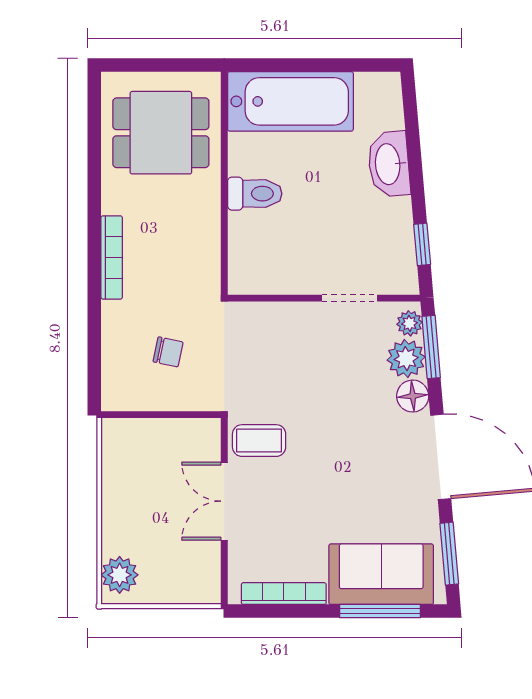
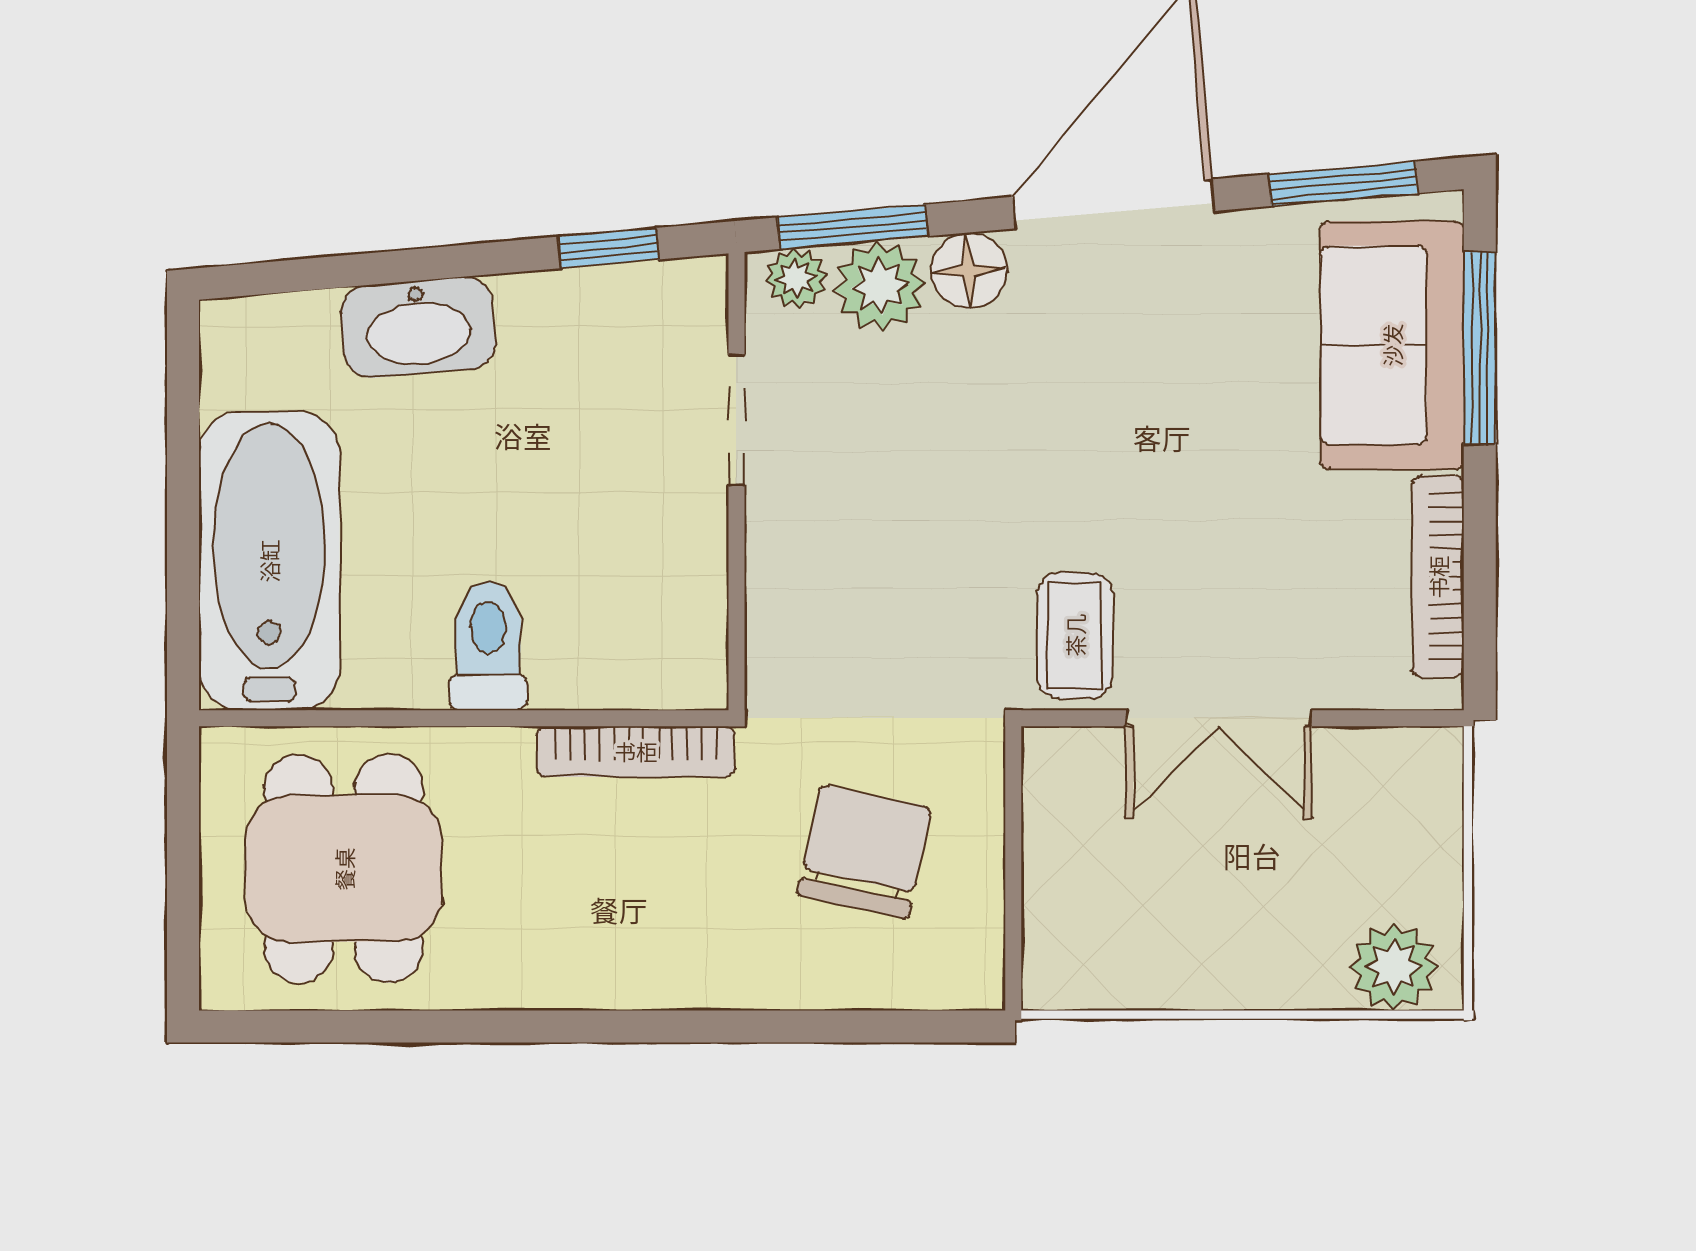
bookcase: (112, 257) -> (636, 751), moved, turned 180
chair: (168, 352) -> (864, 851), width x1.87, depth x1.87

